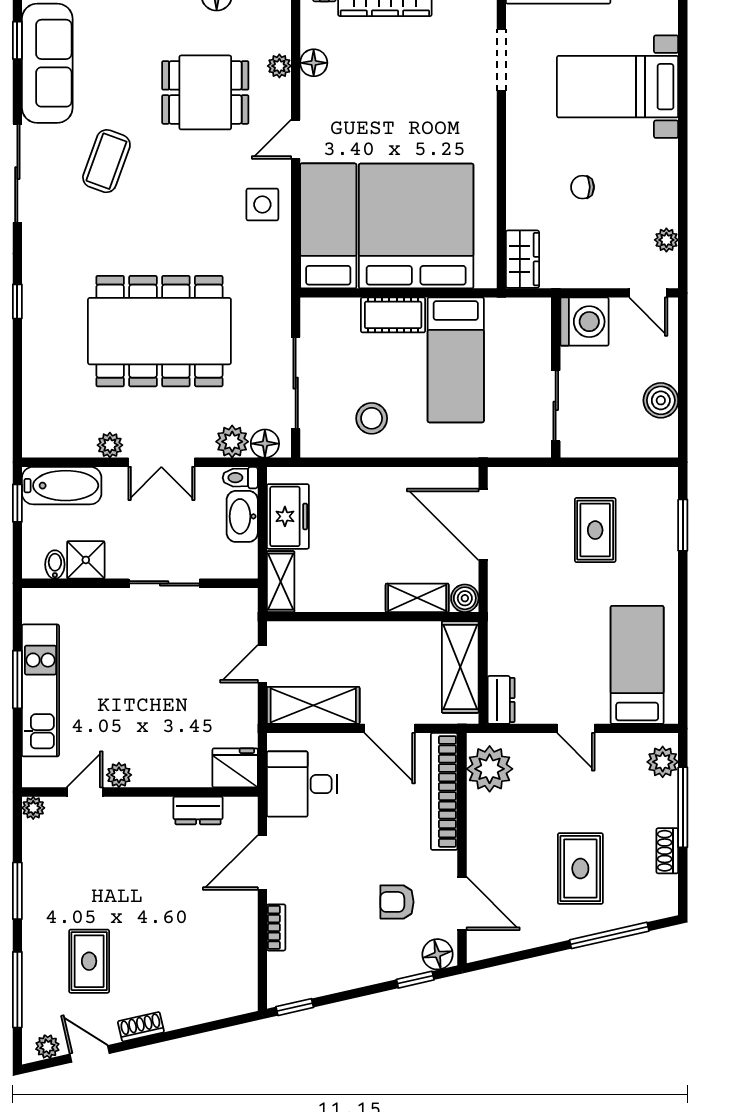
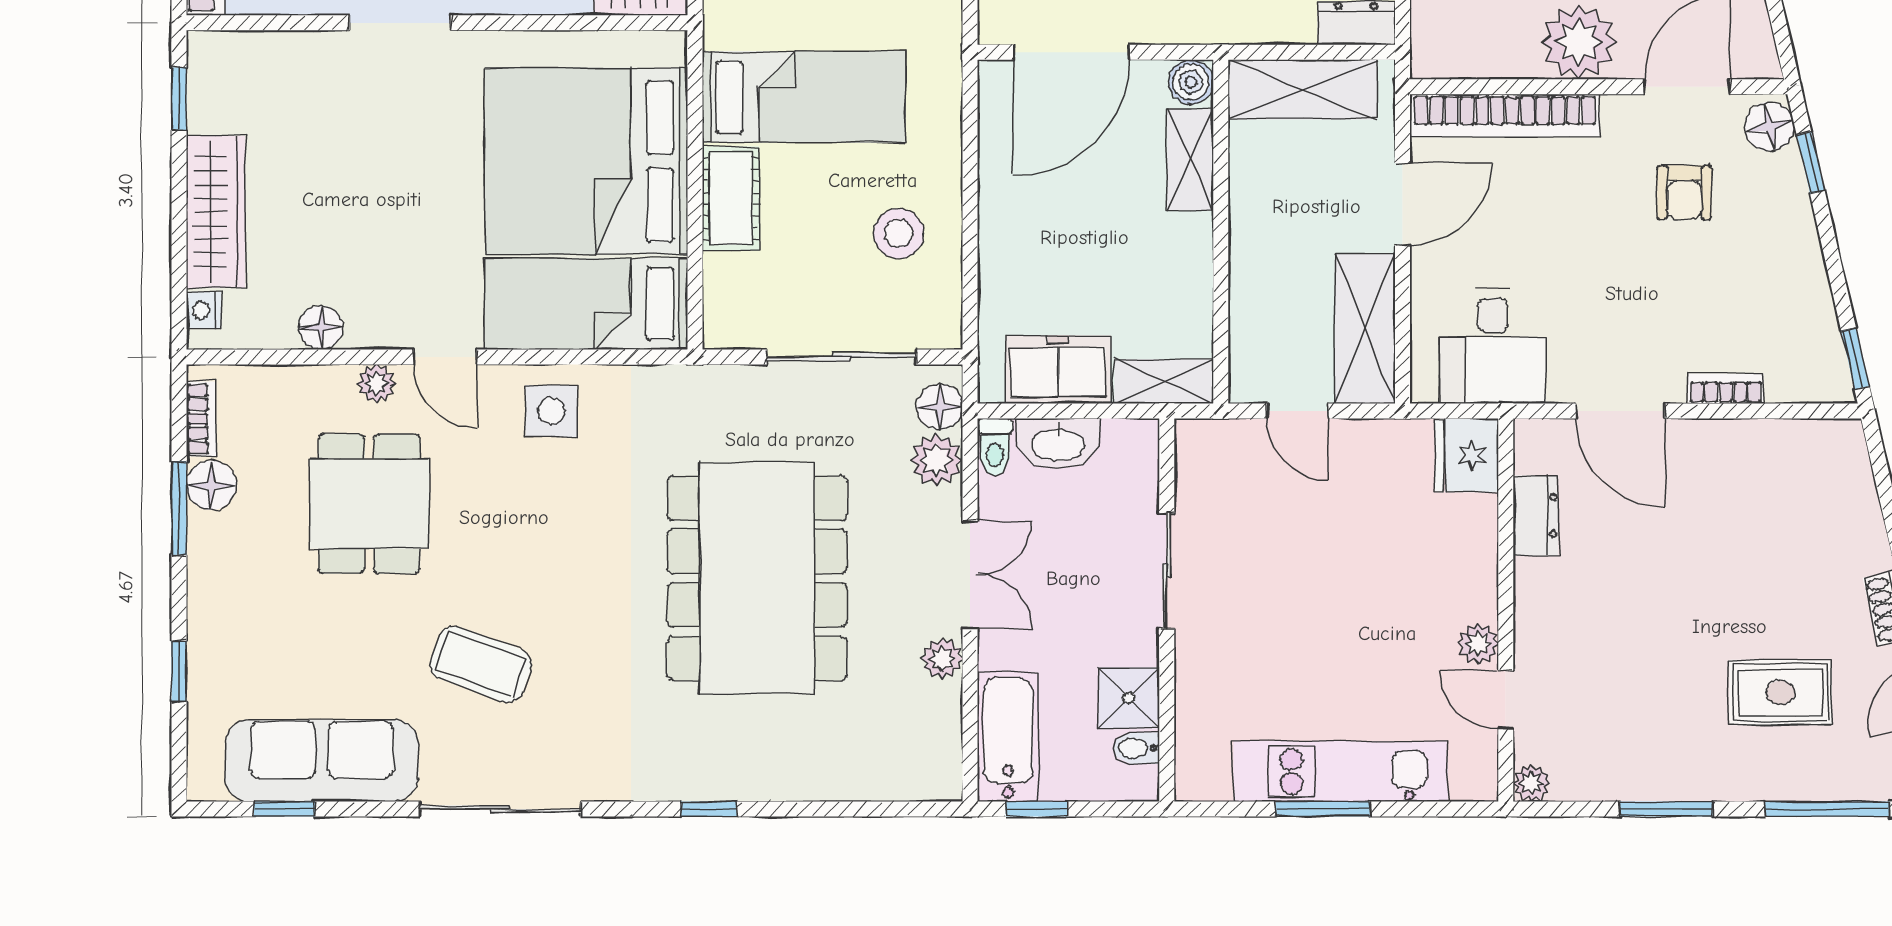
doorway: (501, 60) -> (400, 23), moved
plant: (279, 66) -> (376, 383), moved
plant: (490, 769) -> (1579, 42), moved

